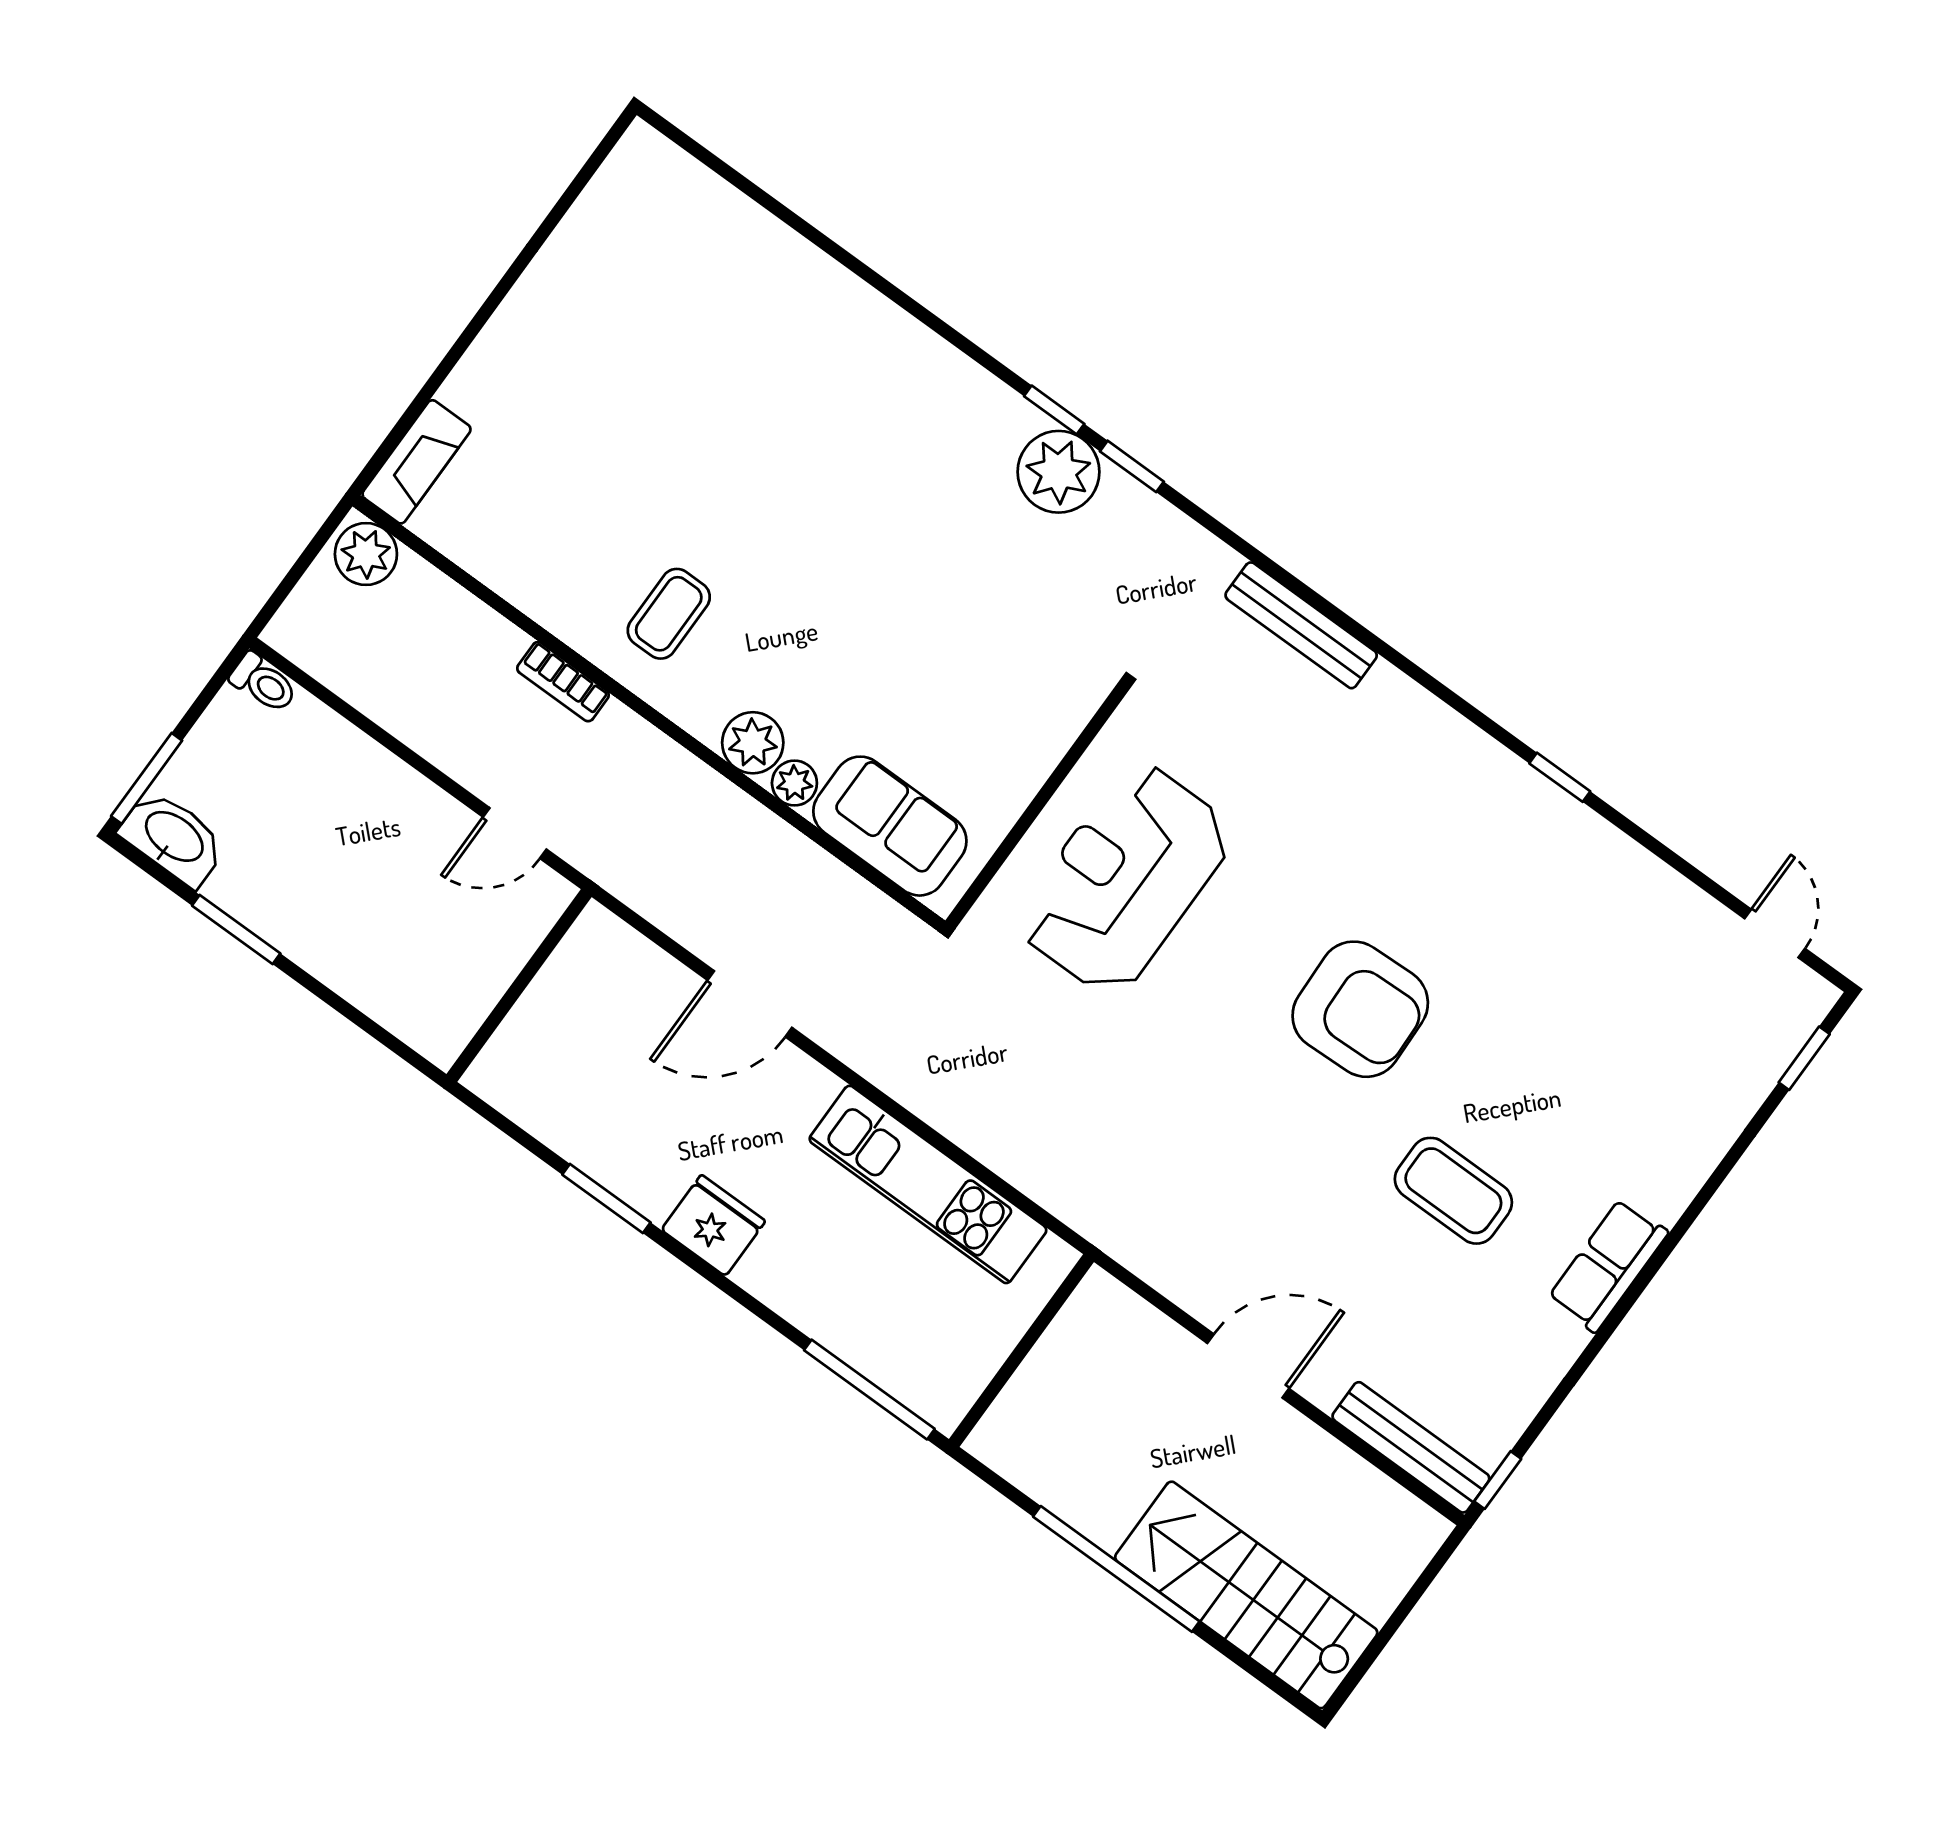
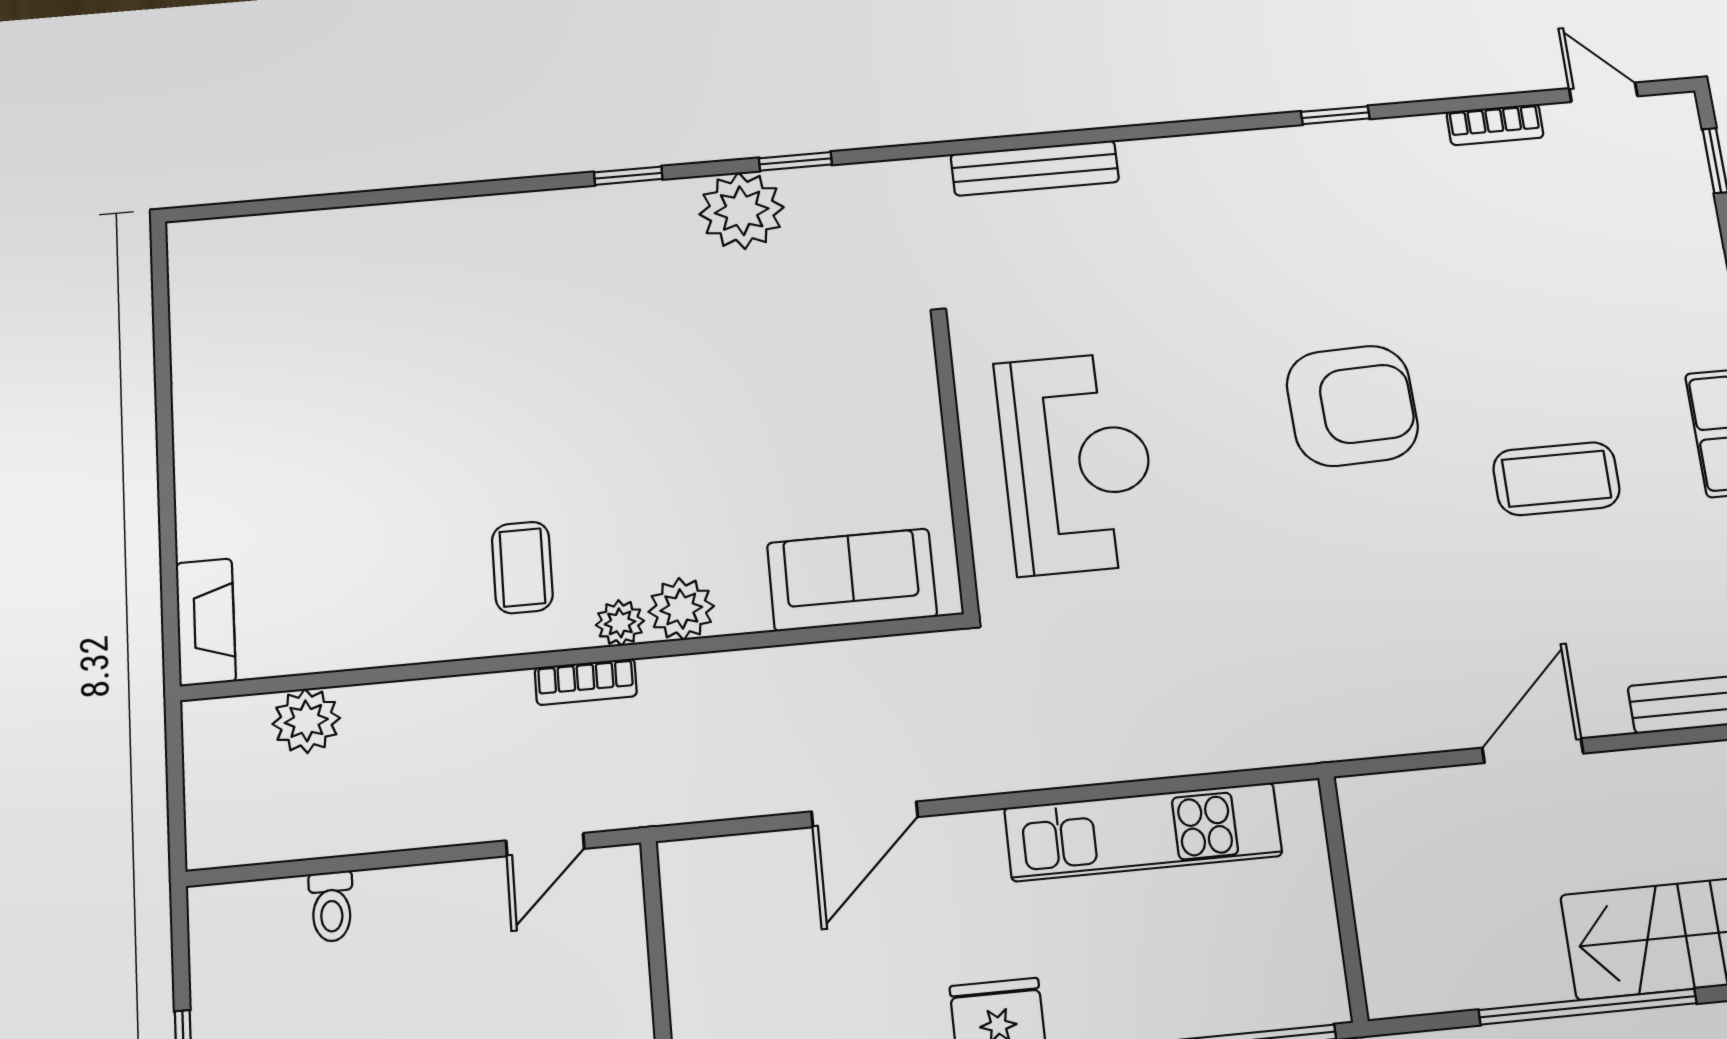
window: (1054, 410) -> (628, 176), moved
plant: (366, 554) -> (306, 721), moved
bookcase: (563, 682) -> (586, 682), moved
toilet: (264, 683) -> (331, 907), moved, turned 90
plant: (794, 783) -> (620, 623), moved
reception desk: (1125, 879) -> (1077, 463), turned 180
bookcase: (1670, 888) -> (1495, 125), added

